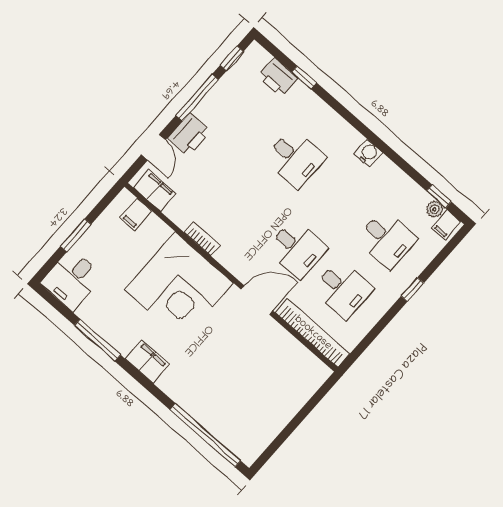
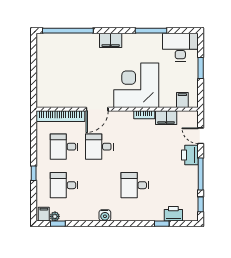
filing cabinet: (155, 190) -> (166, 118), moved
desk: (72, 280) -> (180, 47), width x1.37
filing cabinet: (147, 362) -> (111, 40), moved

